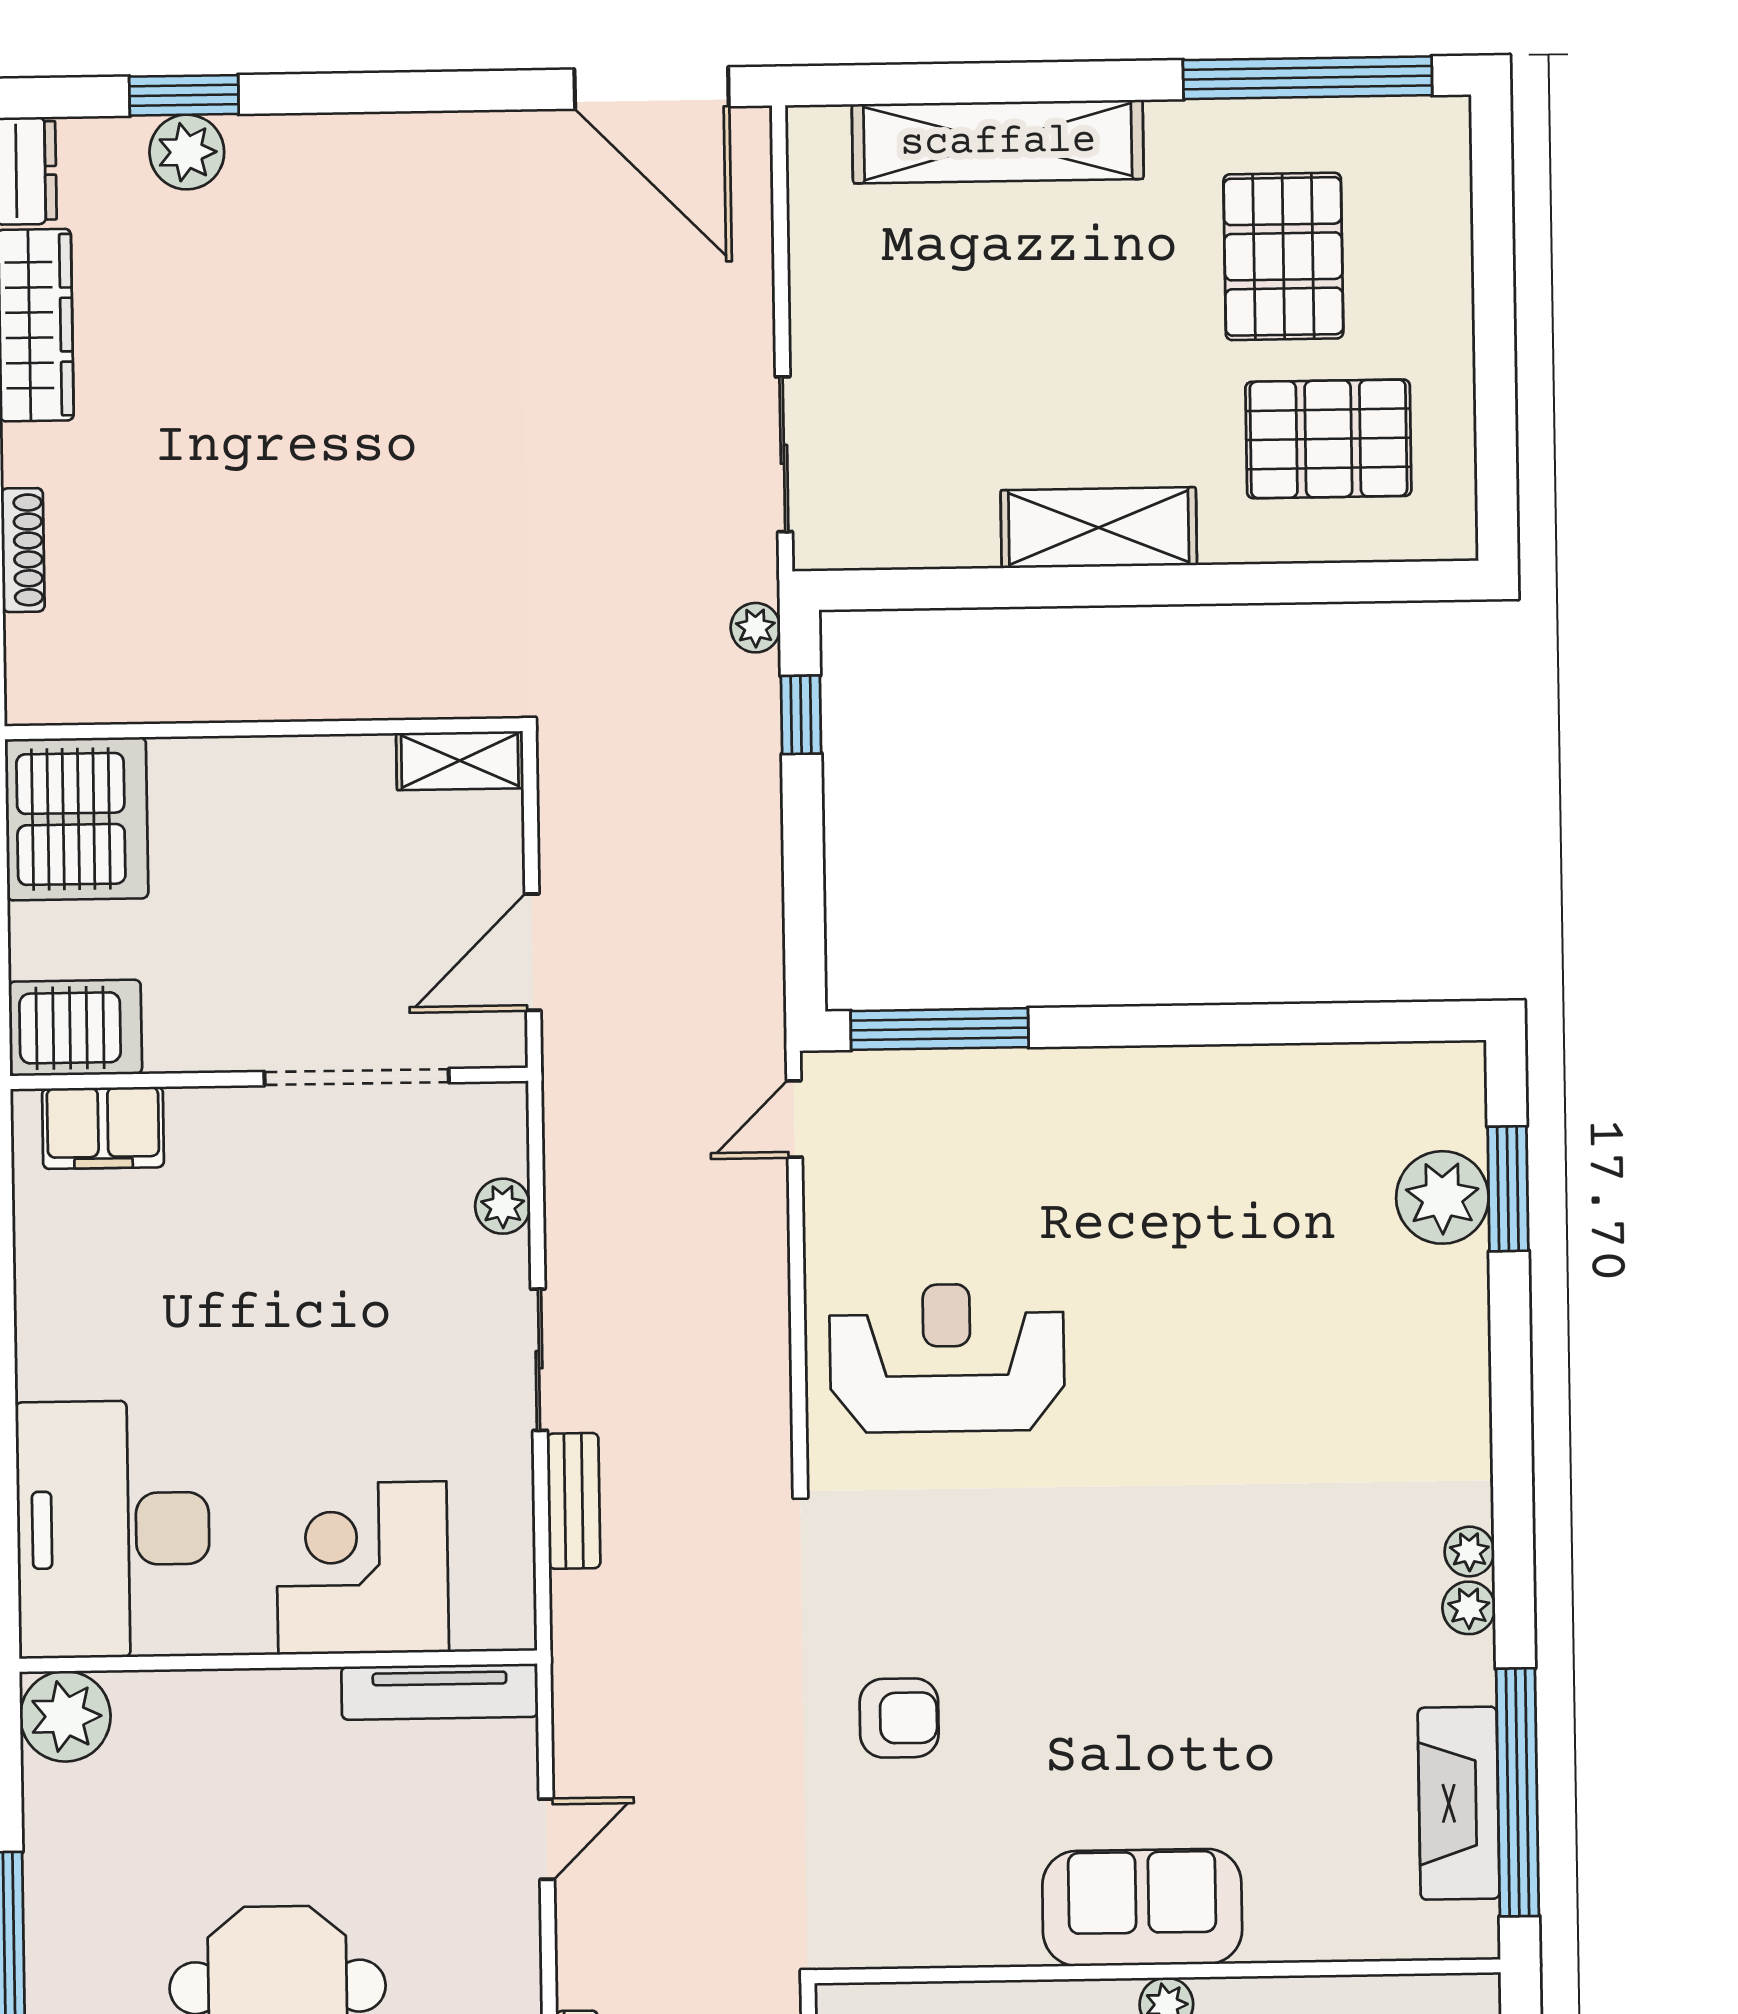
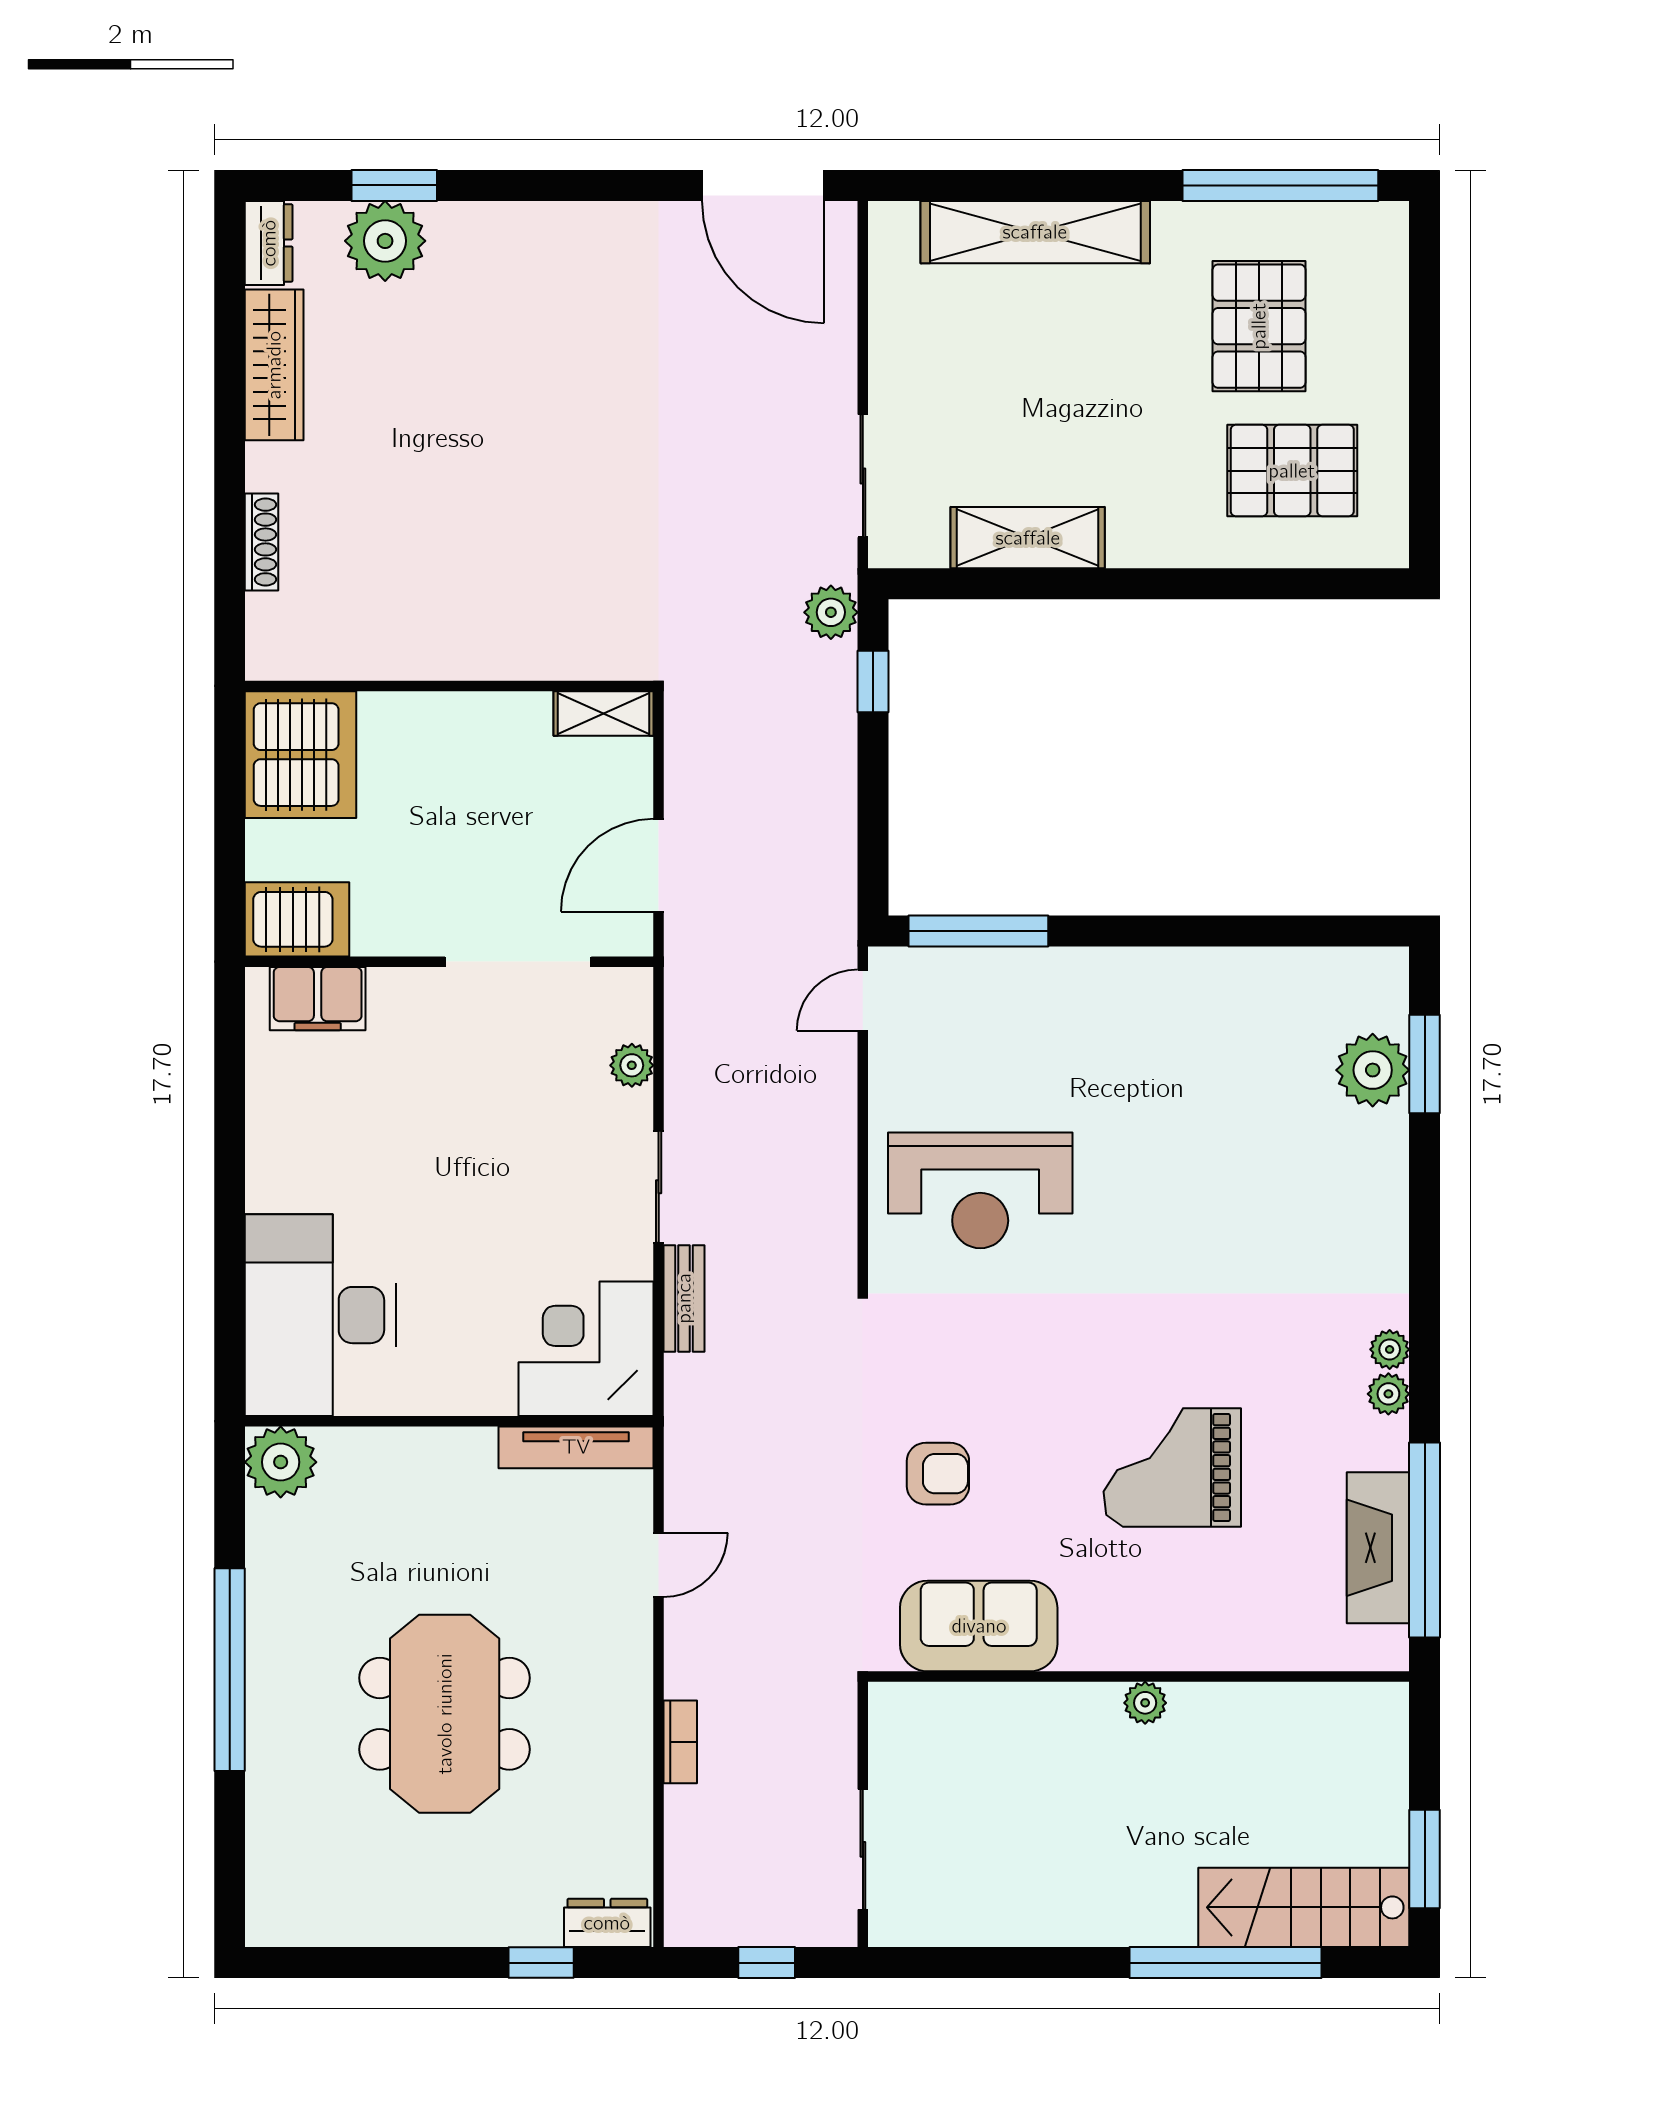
plant: (187, 152) -> (385, 241), width x1.36, depth x1.36
shelving: (1099, 528) -> (1028, 538), moved
plant: (755, 628) -> (831, 612), width x1.38, depth x1.38
reception desk: (947, 1358) -> (980, 1190), turned 180
corner desk: (362, 1568) -> (586, 1349), moved
grand piano: (1196, 1705) -> (1172, 1467), added
sofa: (1142, 1907) -> (979, 1626), moved

